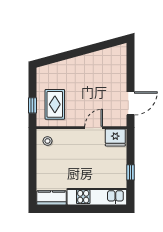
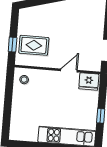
rug: (55, 104) -> (34, 45), turned 90
kitchen counter: (52, 198) -> (24, 134), removed

